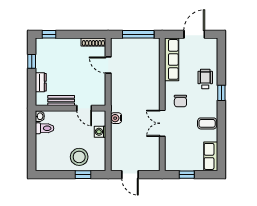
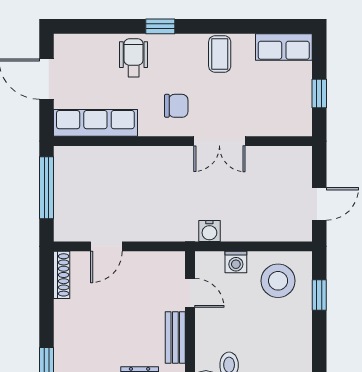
wheelchair: (205, 79) -> (134, 58), turned 90
door: (84, 108) -> (190, 293), hinge flipped
stool: (79, 157) -> (278, 281), moved

